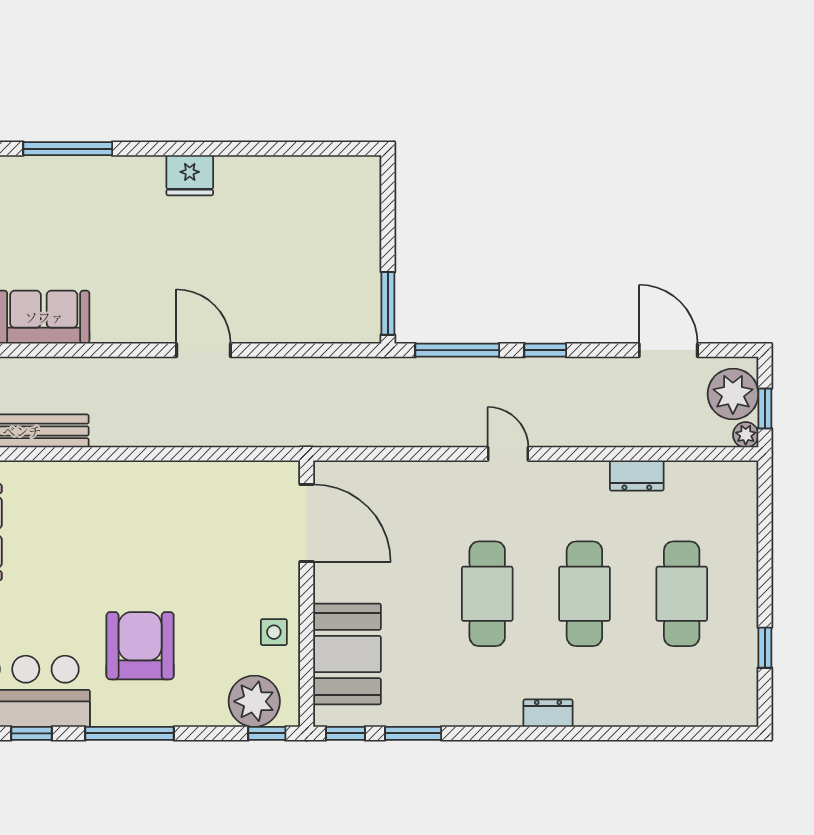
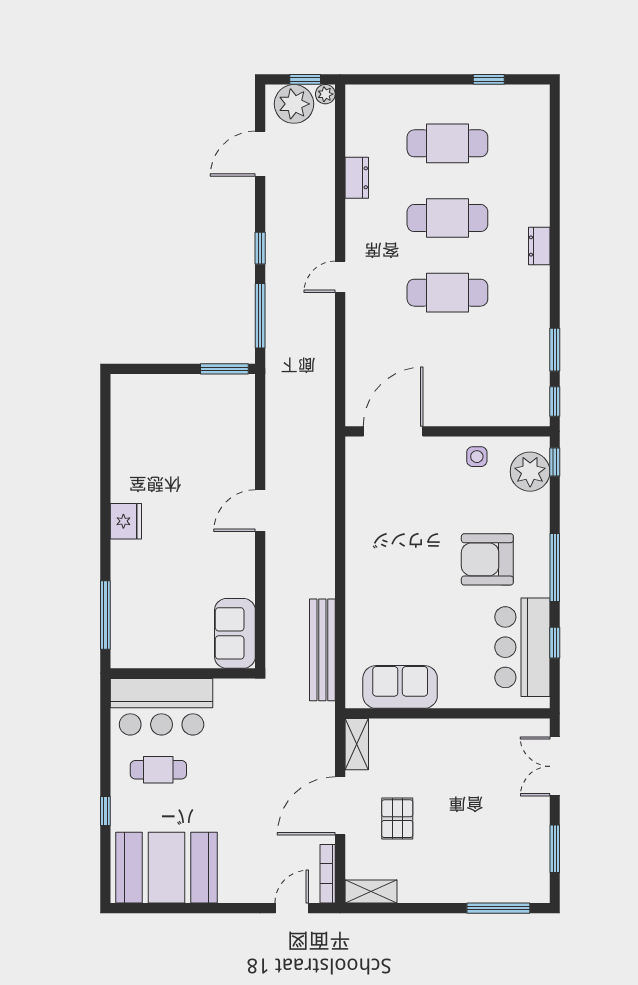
booth: (347, 654) -> (494, 400), removed

